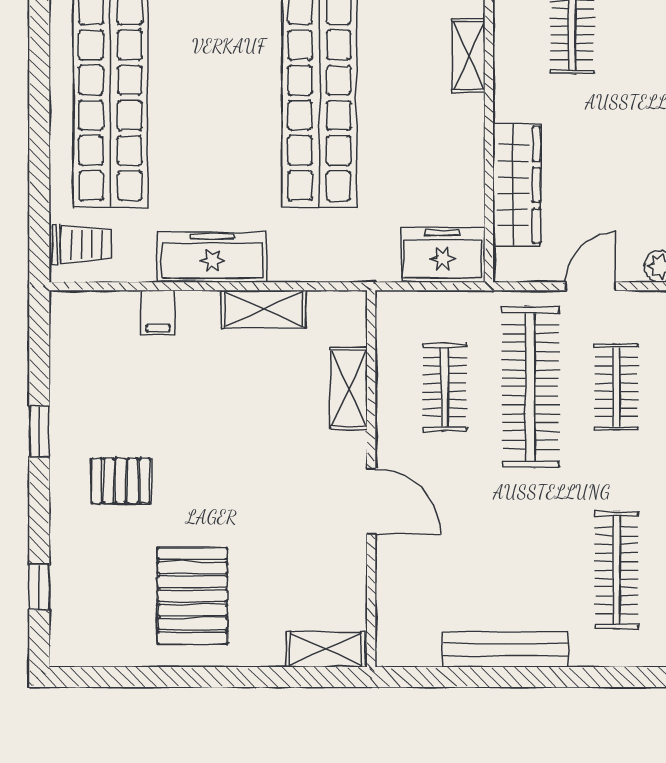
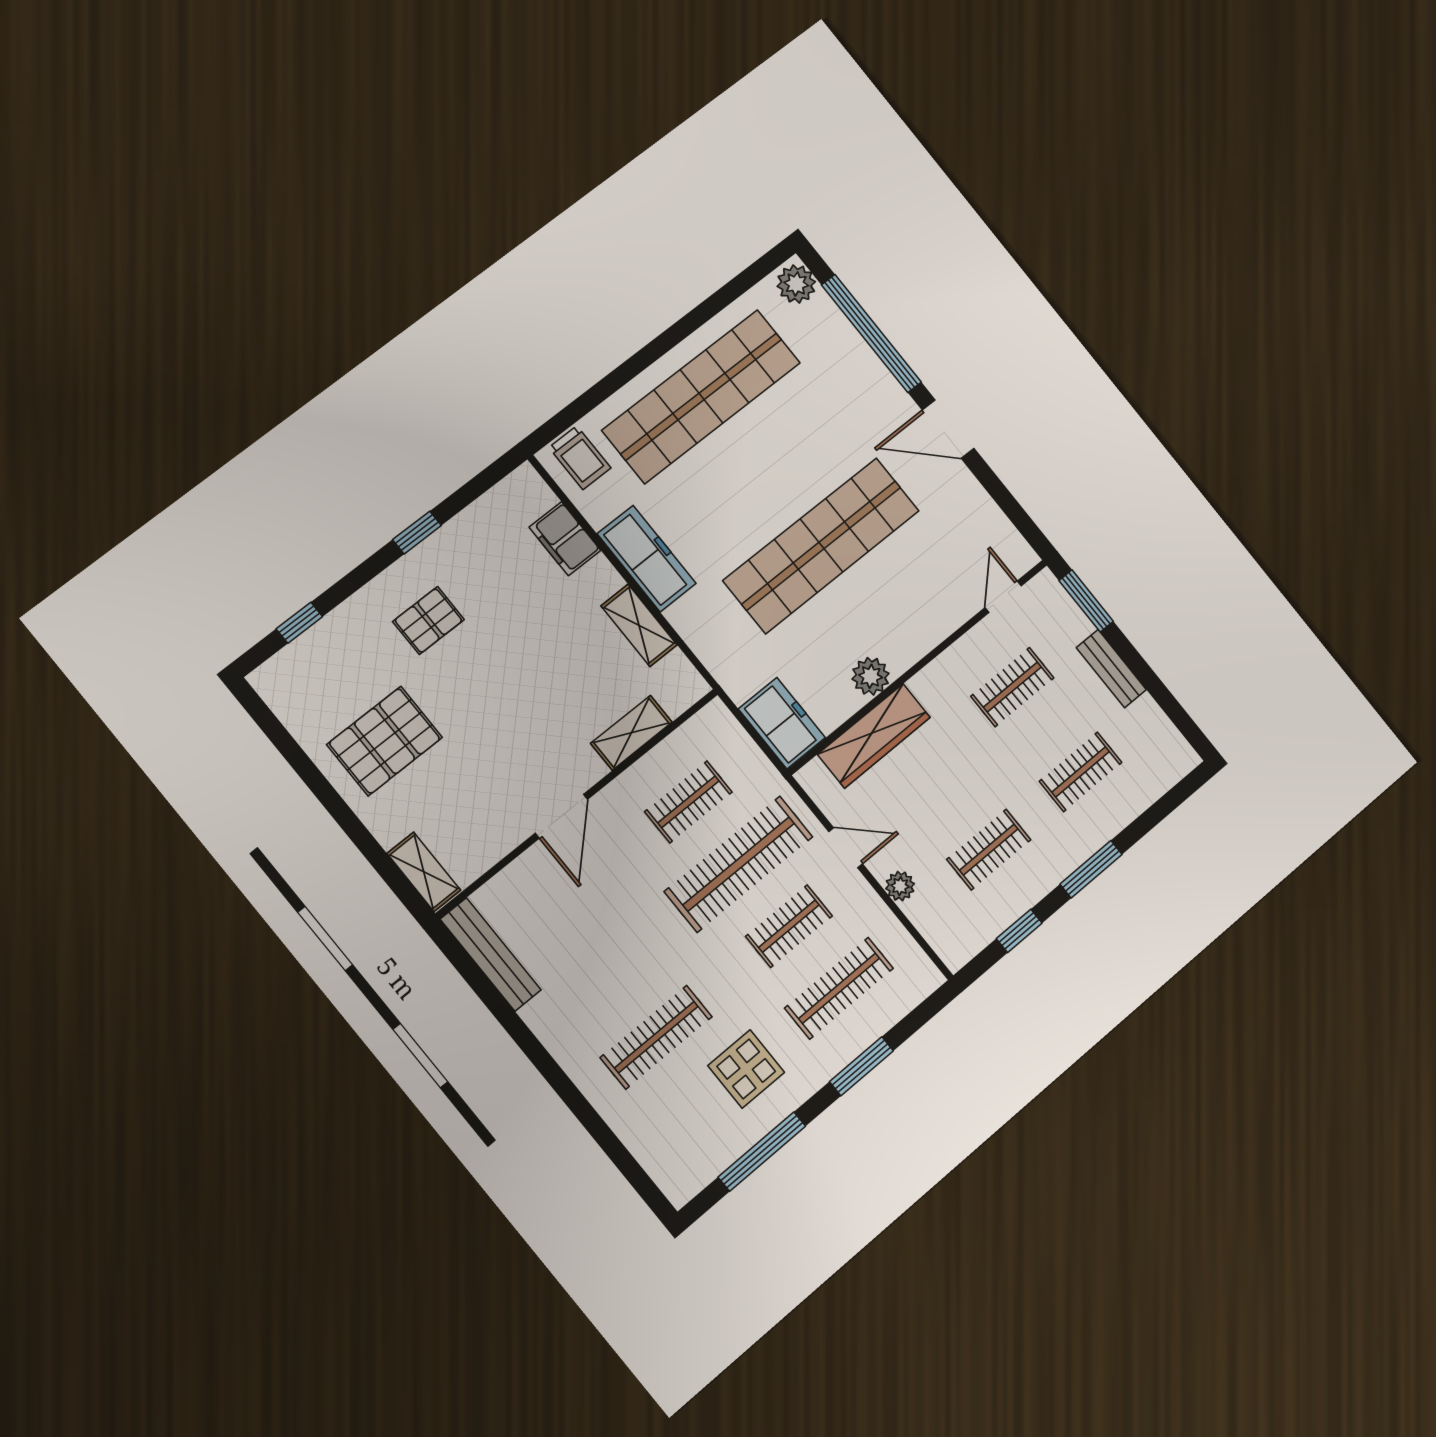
shelving: (468, 56) -> (936, 628), removed
plant: (464, 147) -> (871, 676), added
filing cabinet: (158, 313) -> (565, 539), width x2.00
pallet: (121, 481) -> (428, 621), turned 90
bench: (505, 650) -> (491, 954), moved

